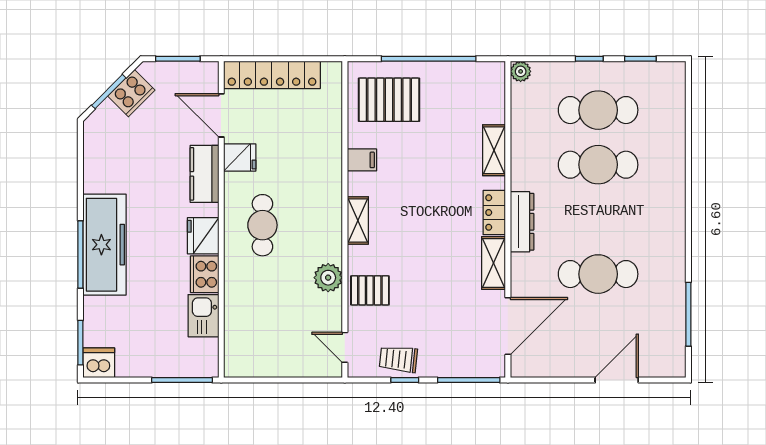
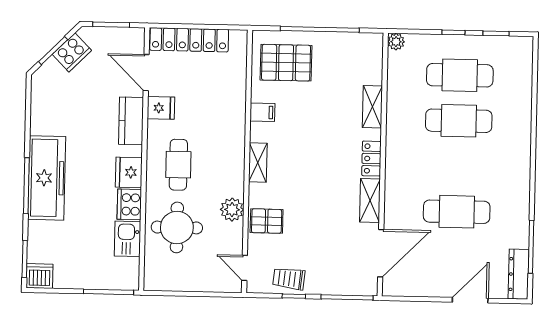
dresser: (522, 222) -> (518, 274), moved, turned 180
round table: (262, 301) -> (177, 227), added

